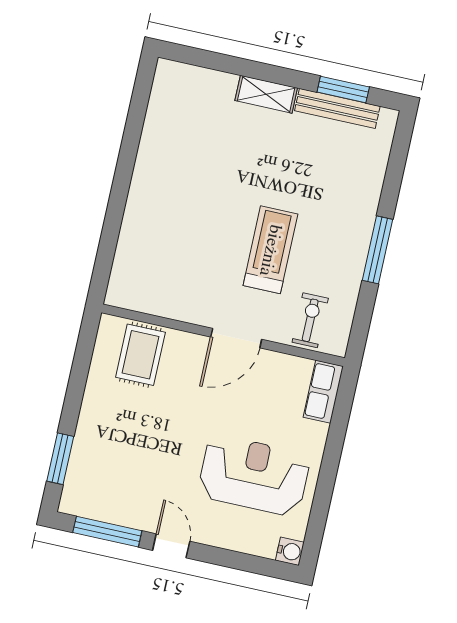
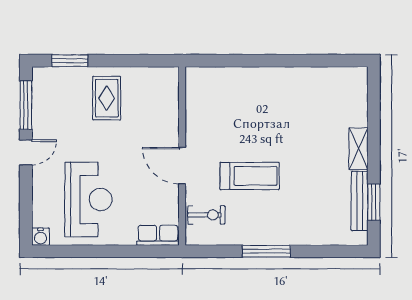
rug: (140, 355) -> (107, 98), moved, turned 90

